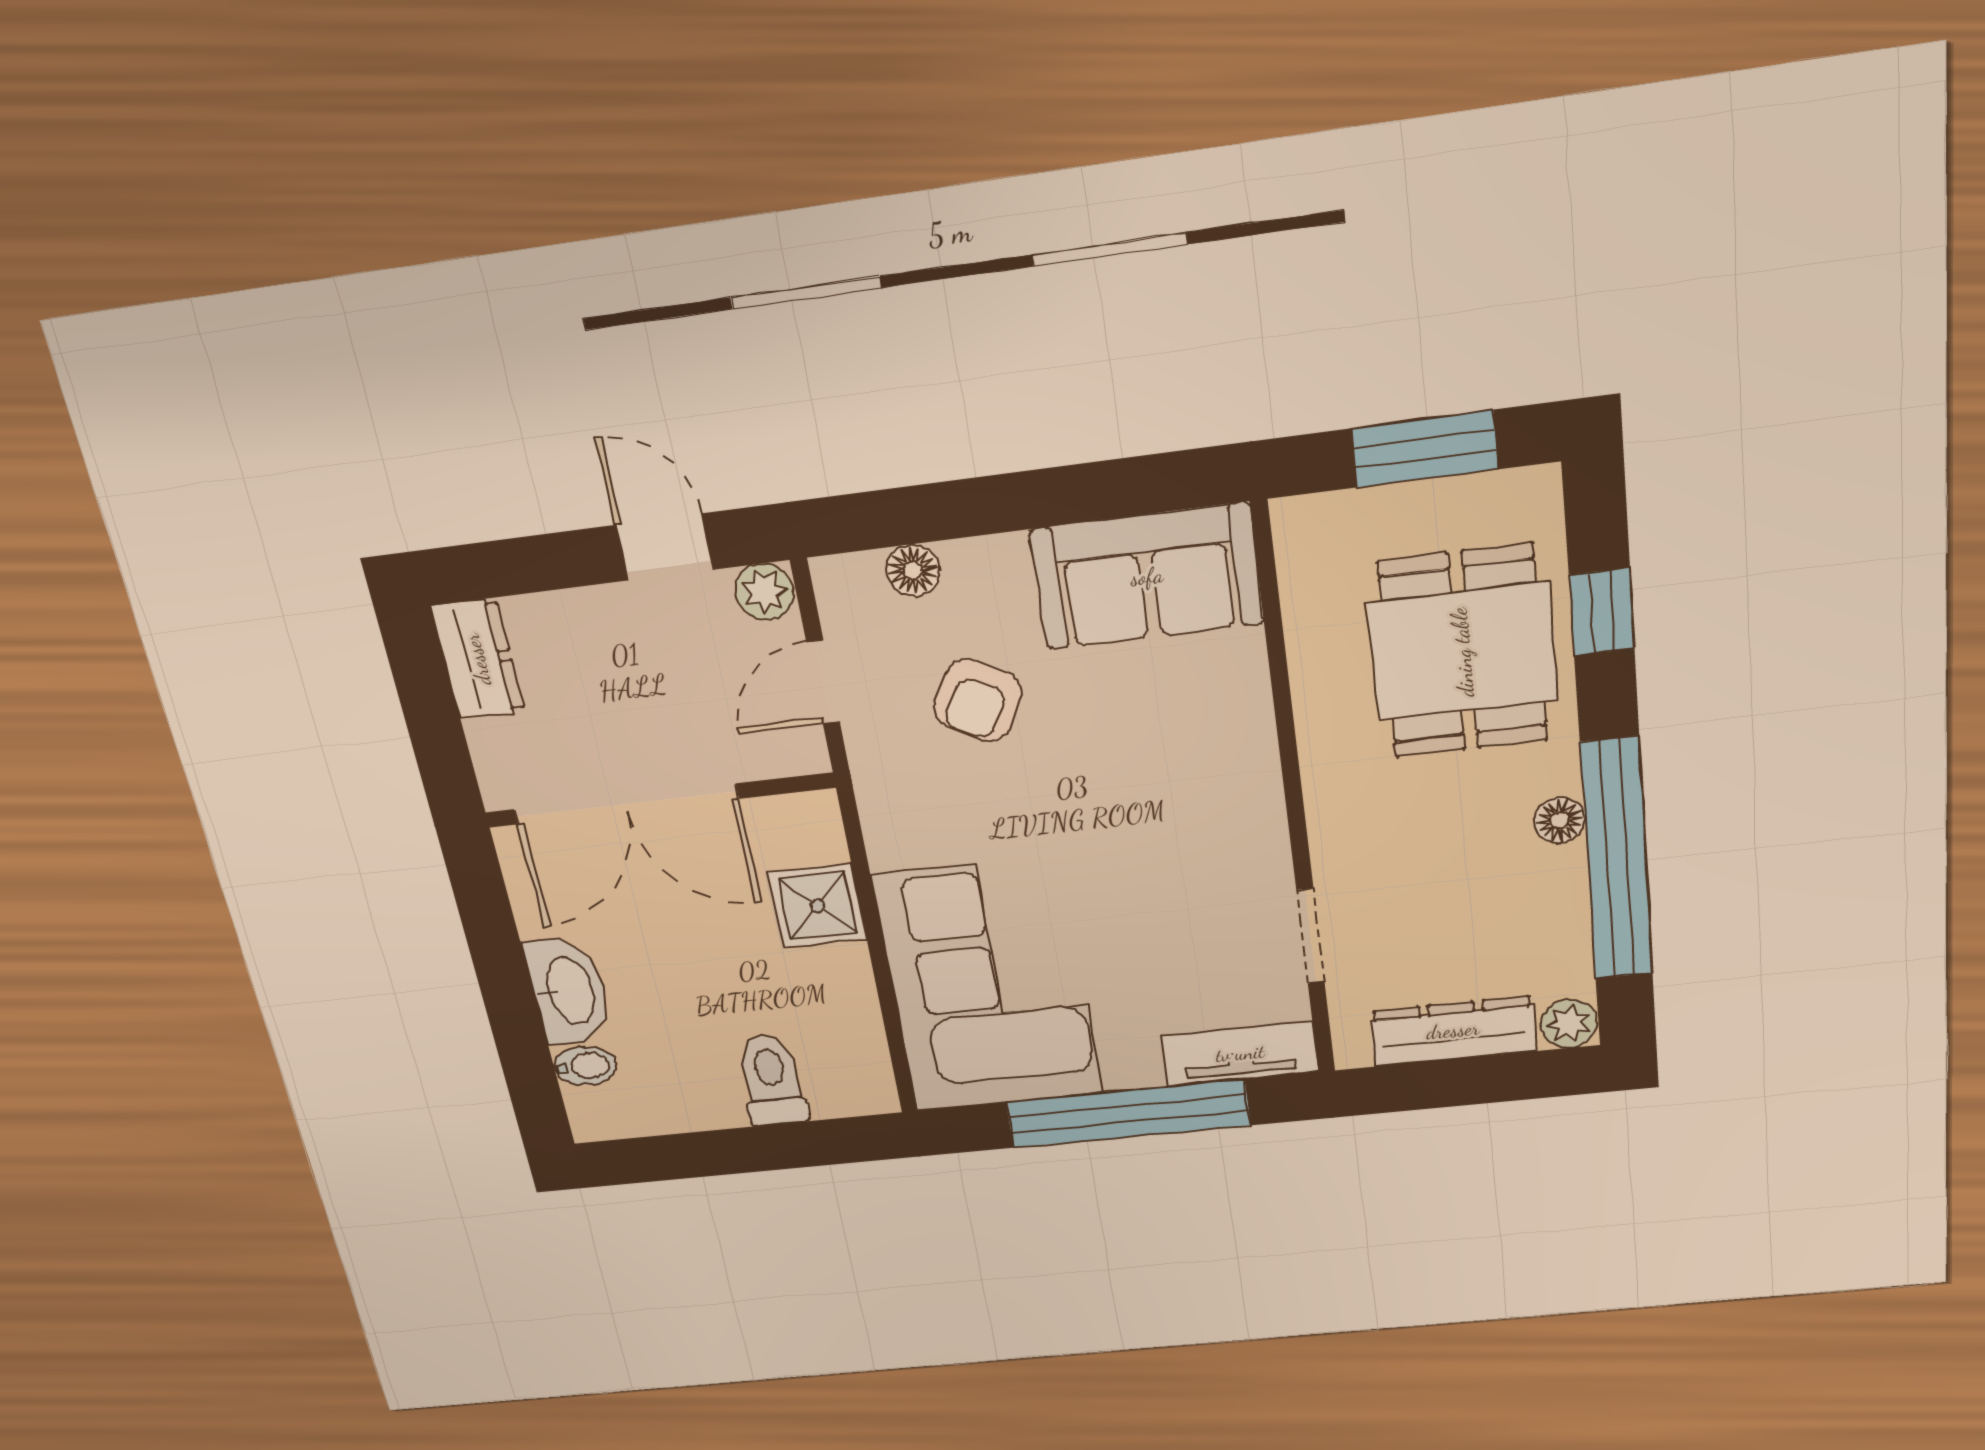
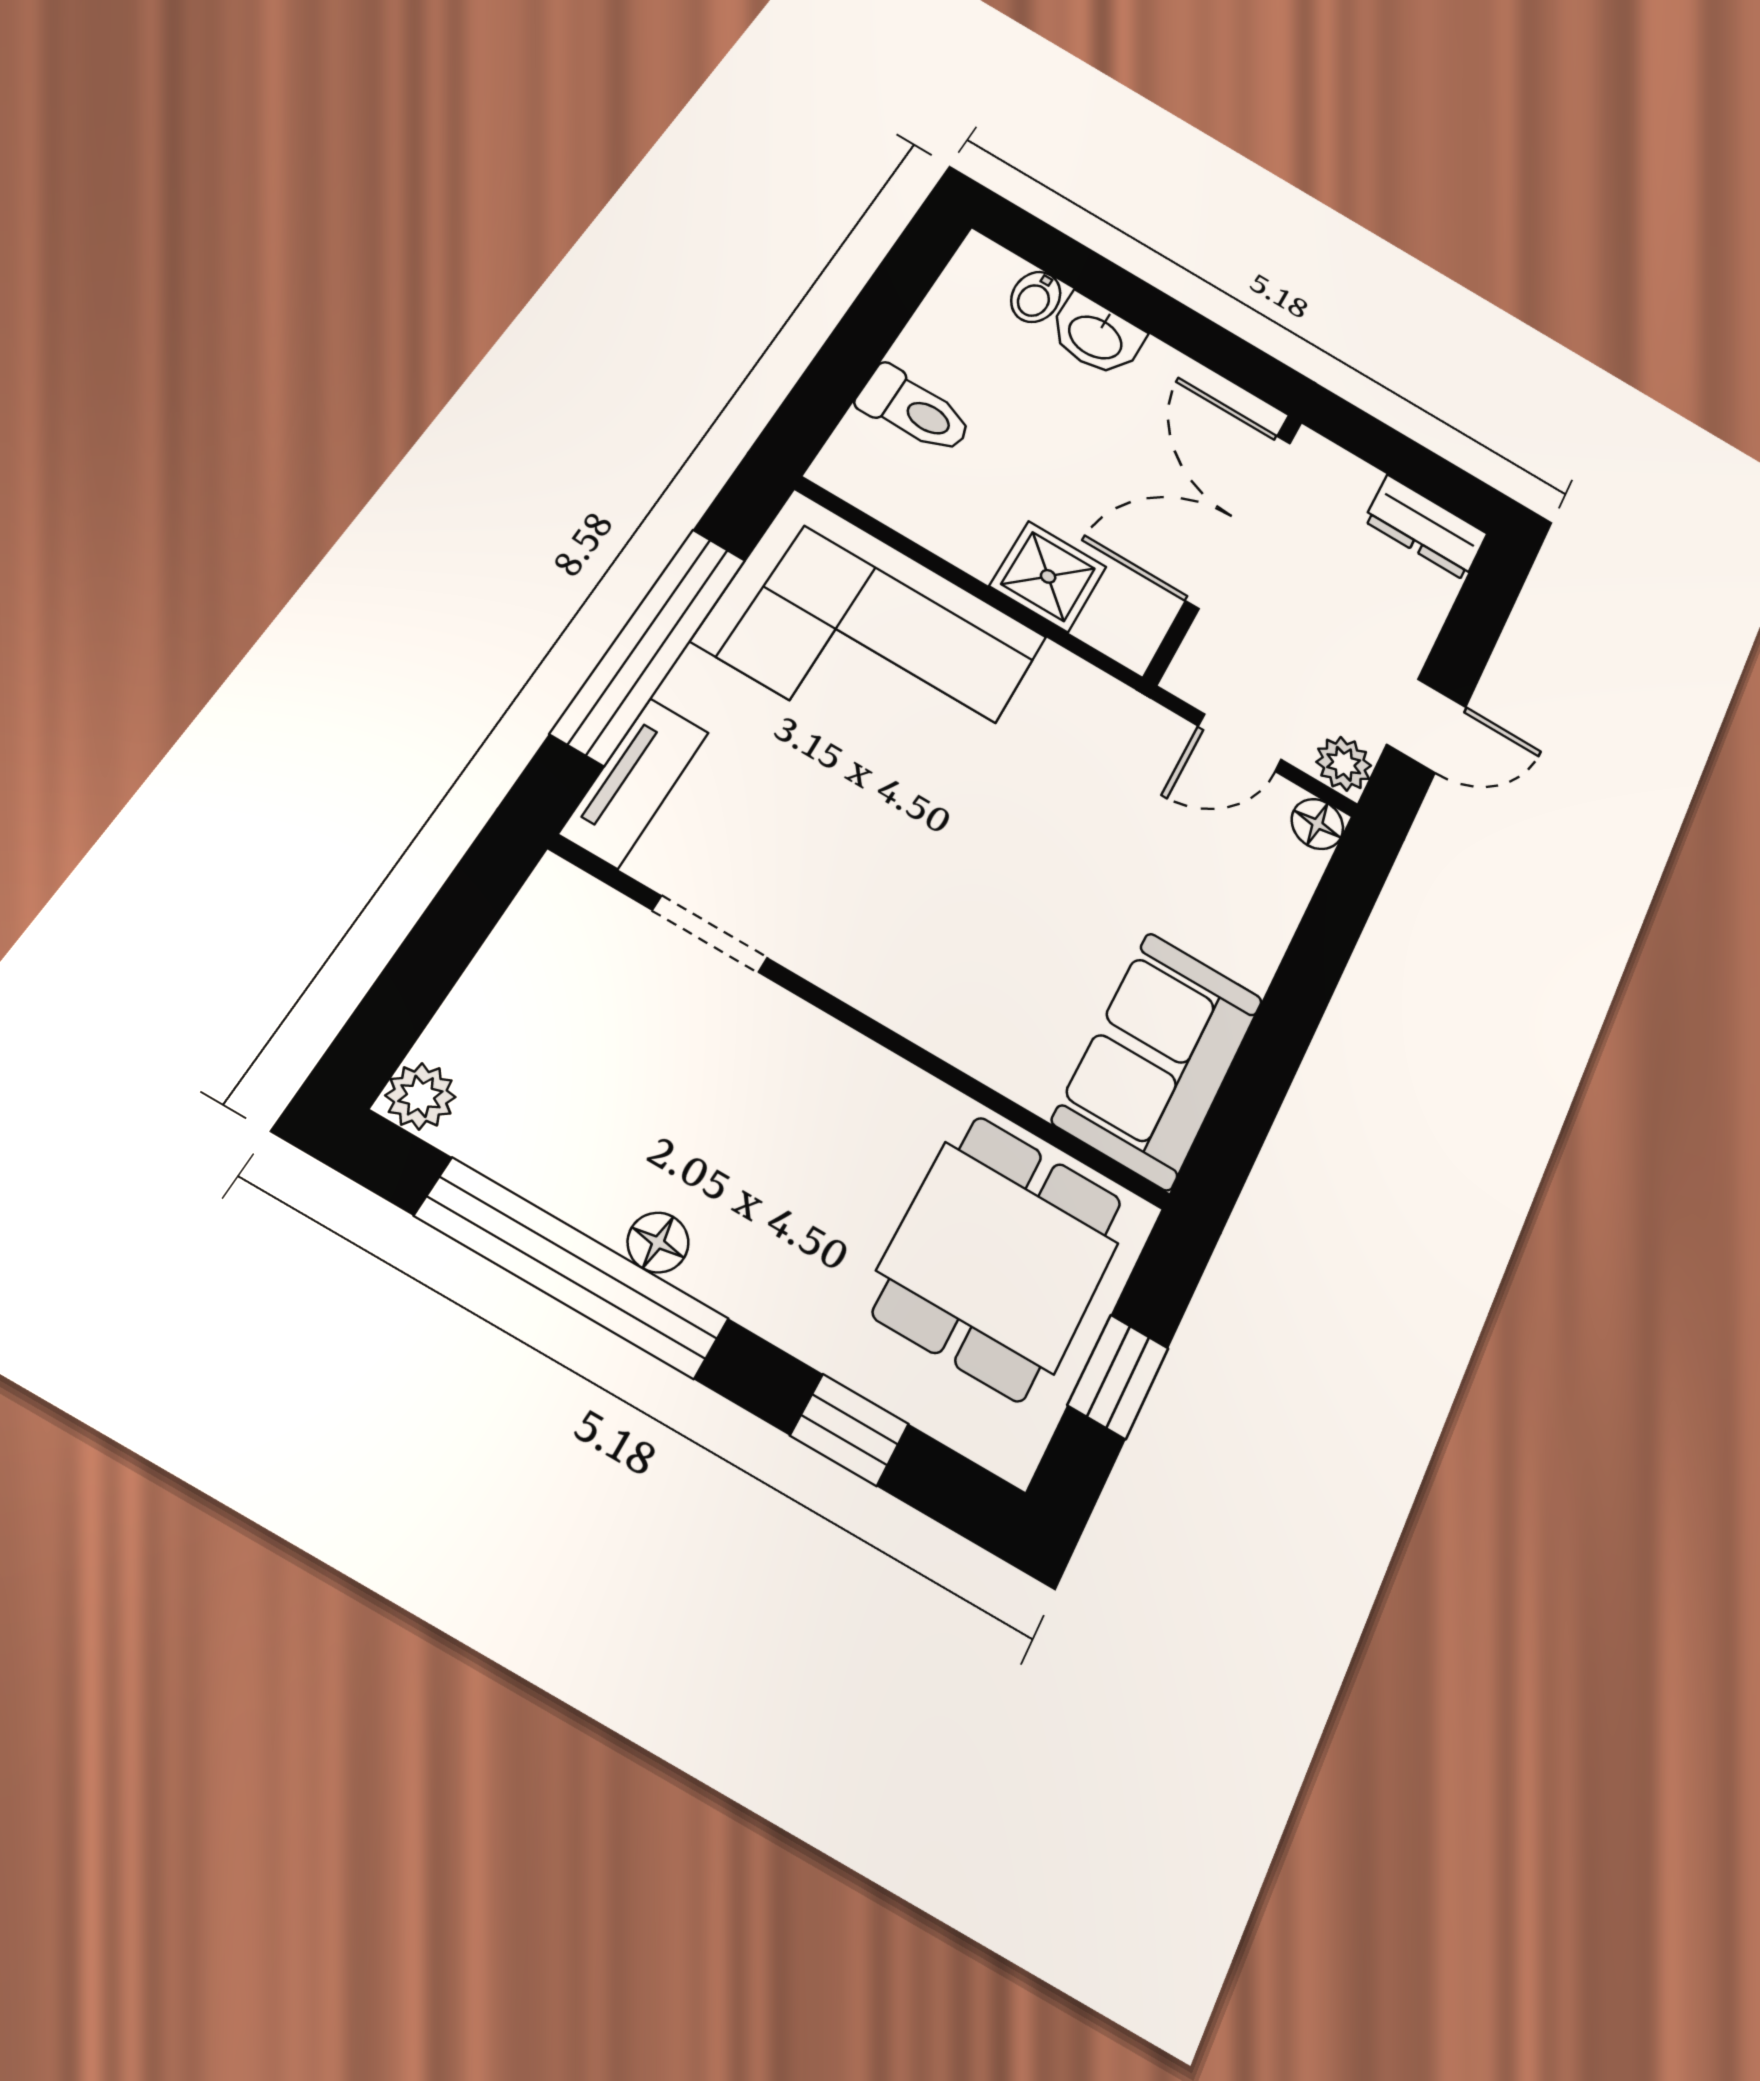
window: (1424, 449) -> (1118, 1377), width x0.67
floor lamp: (913, 570) -> (1317, 824), moved
dining table: (1463, 652) -> (999, 1257), moved, turned 90
door: (823, 682) -> (1240, 743), swing flipped
armchair: (978, 700) -> (1142, 843), removed
washbasin: (569, 991) -> (1096, 336), width x0.72
dresser: (1453, 1031) -> (502, 984), removed

